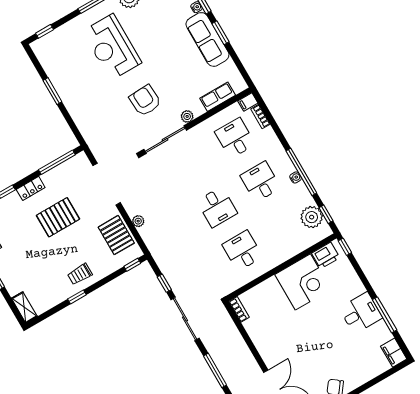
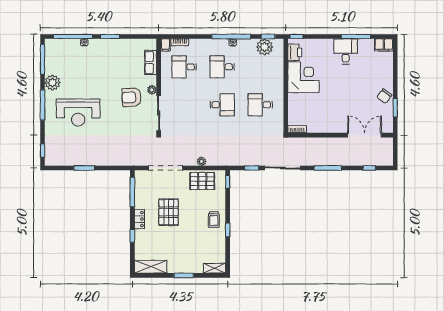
sofa: (207, 39) -> (109, 47), removed
armchair: (145, 101) -> (132, 97), moved

